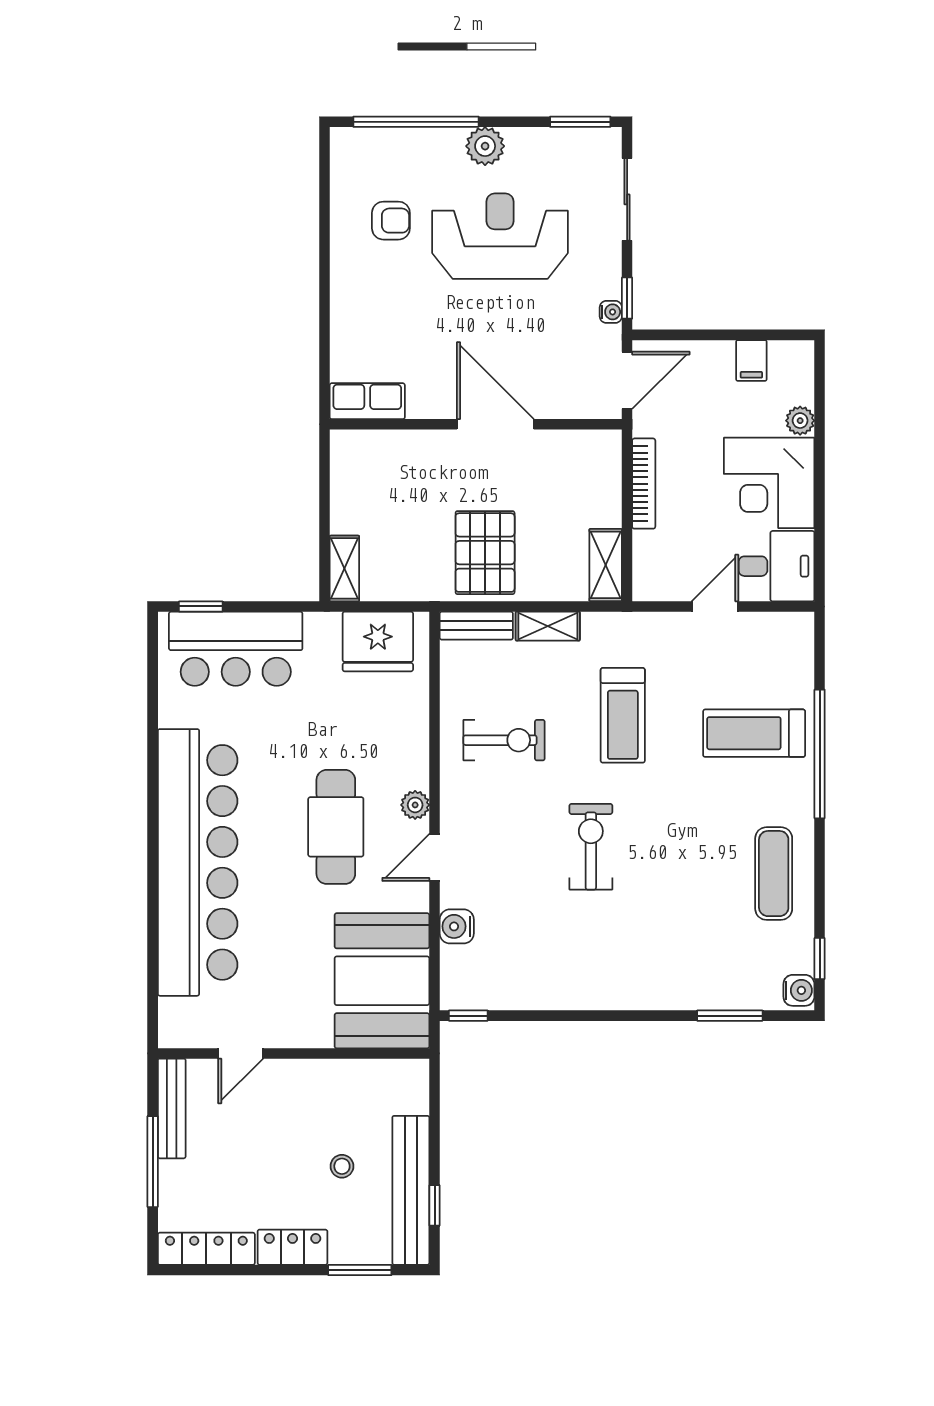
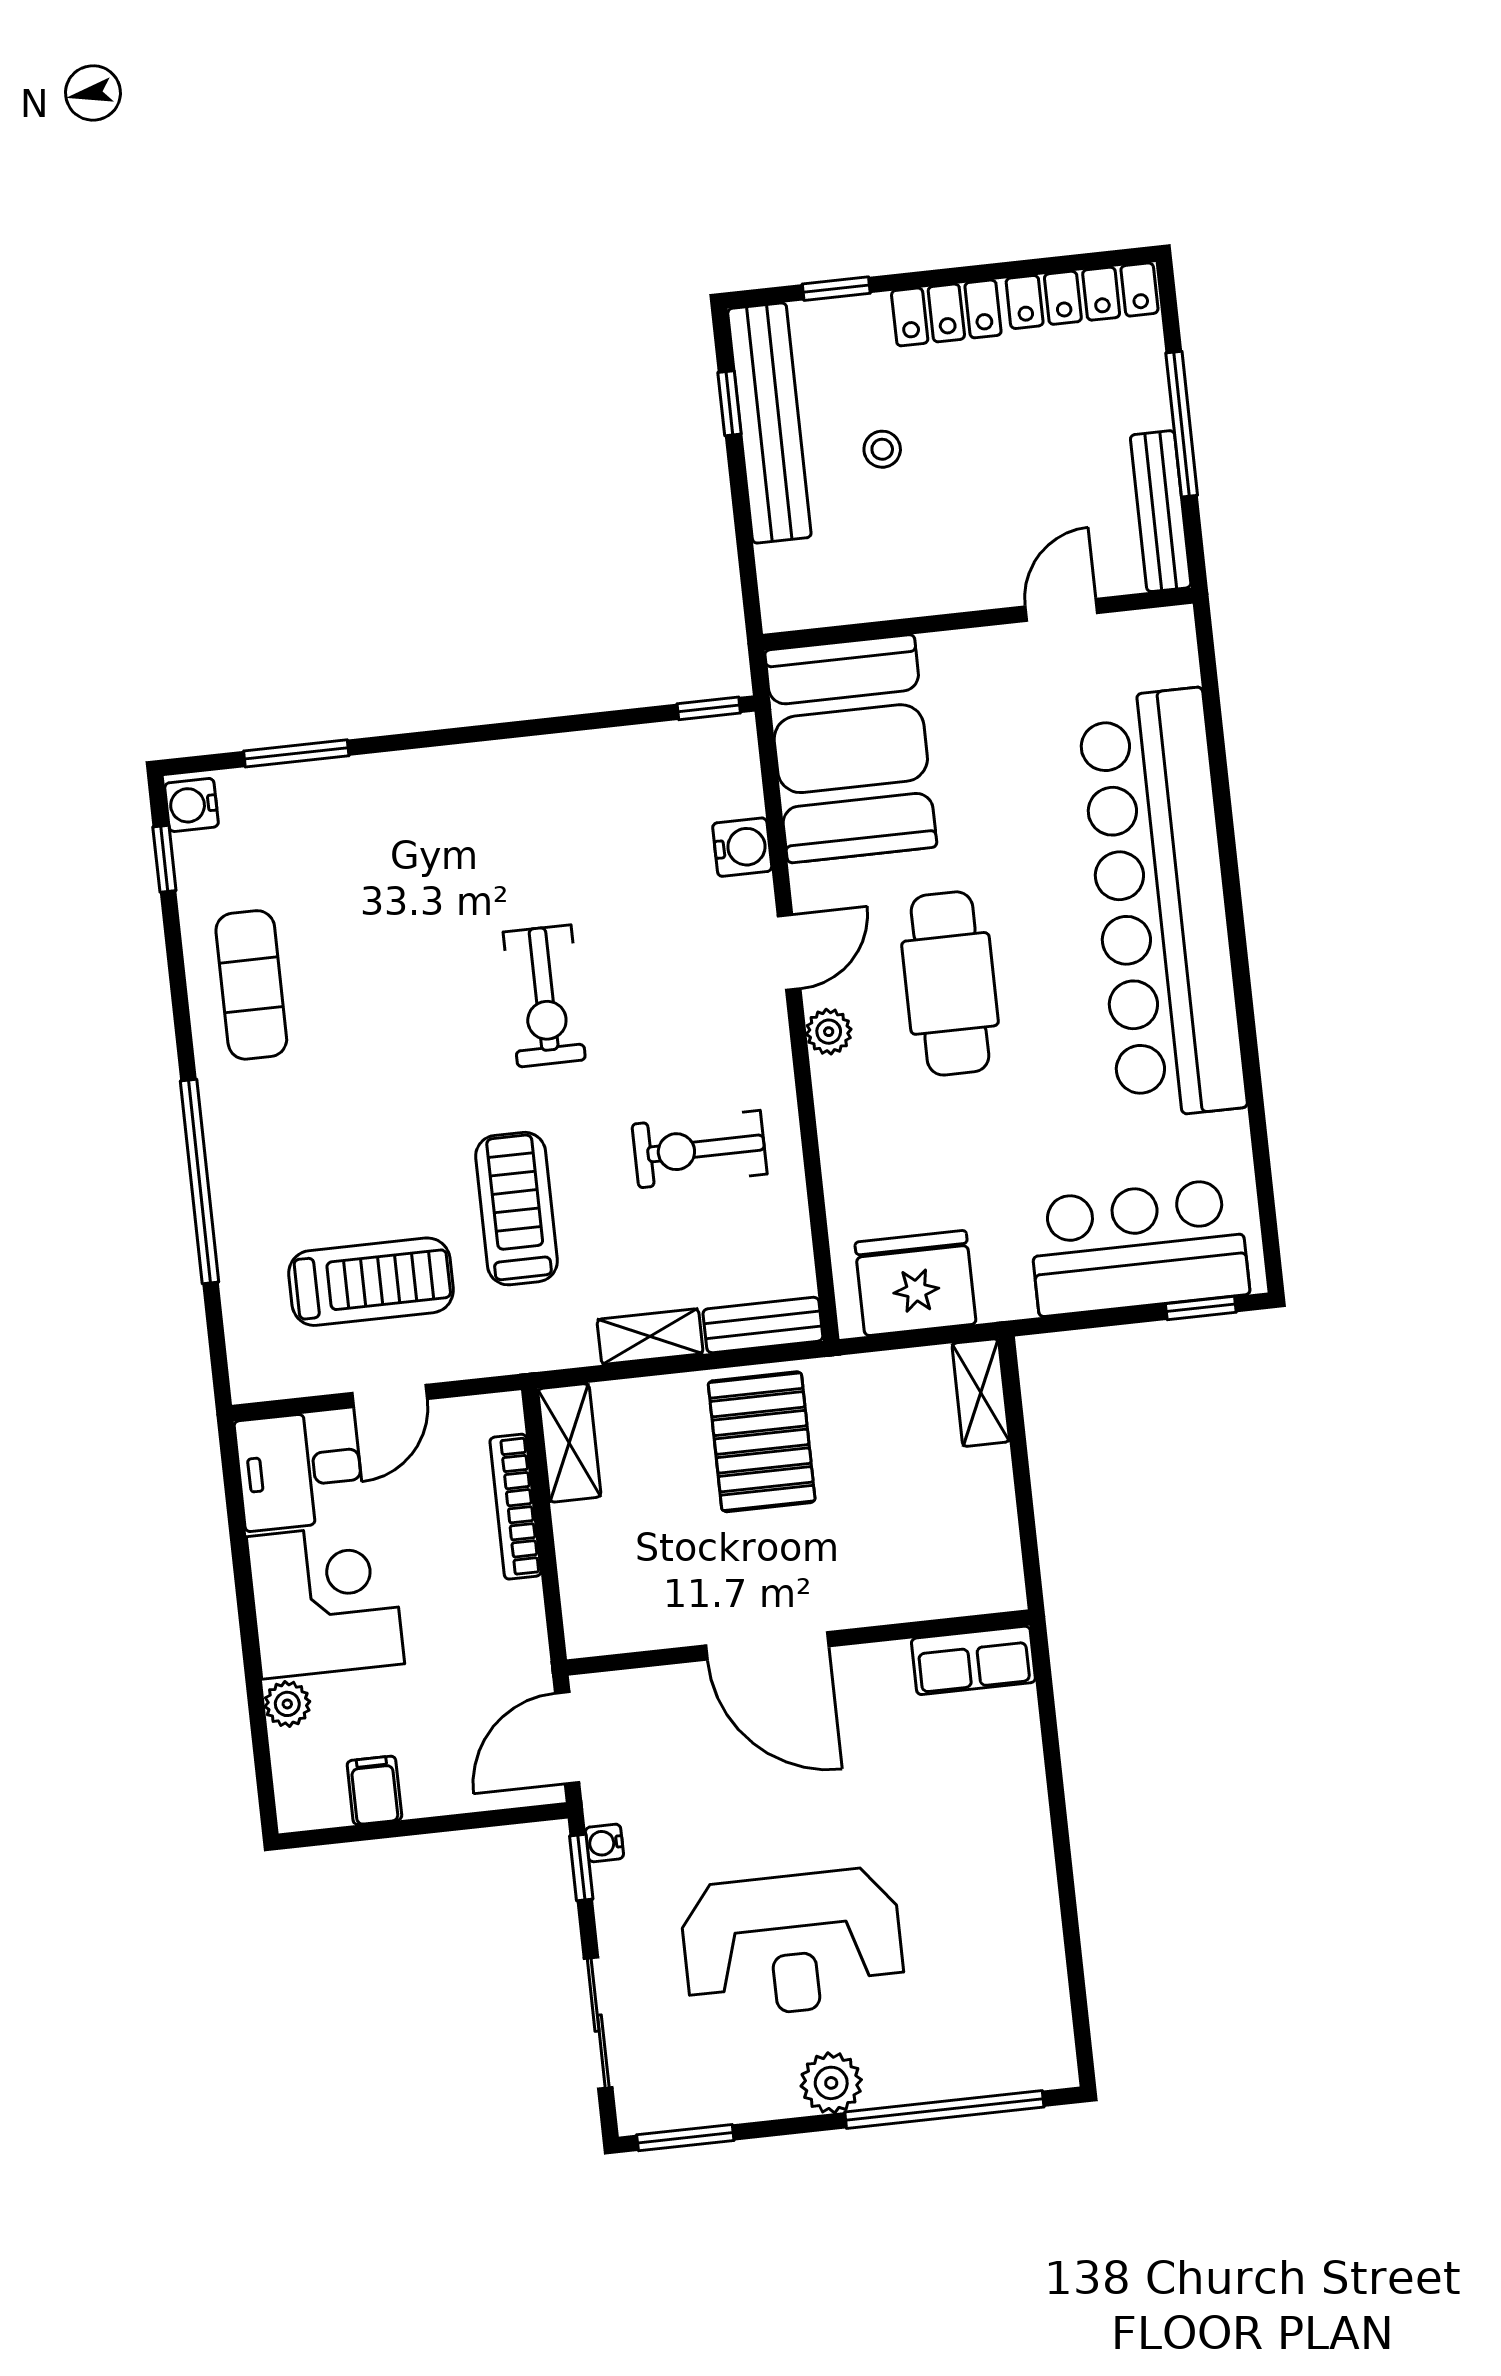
armchair: (391, 221) -> (967, 1949), removed
bookcase: (644, 484) -> (515, 1507), moved
treadmill: (754, 733) -> (371, 1282), moved
window: (360, 1270) -> (836, 289), width x0.67

